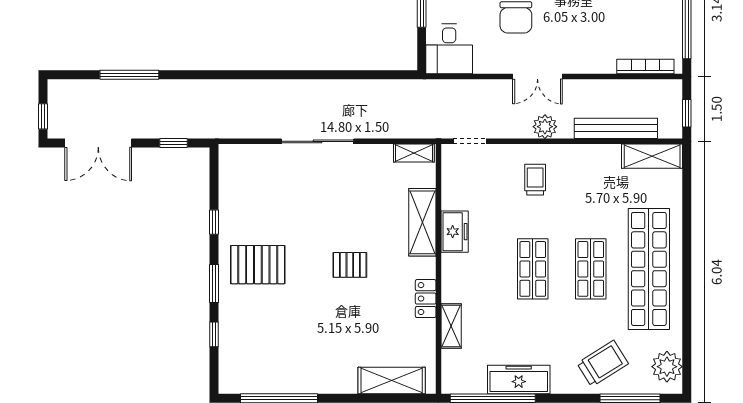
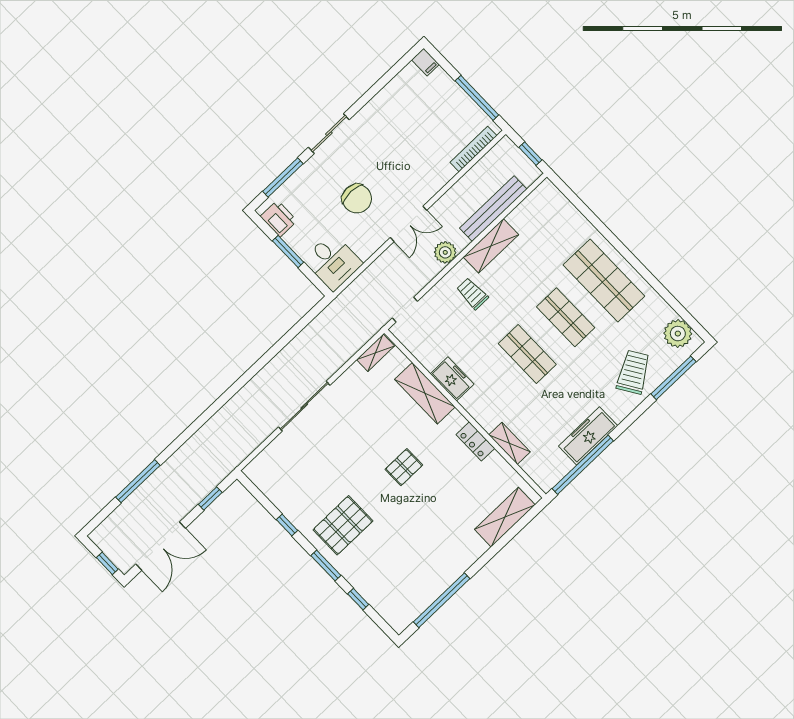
shelving: (652, 156) -> (491, 246), moved
shop shelf: (649, 269) -> (604, 281), width x0.71

